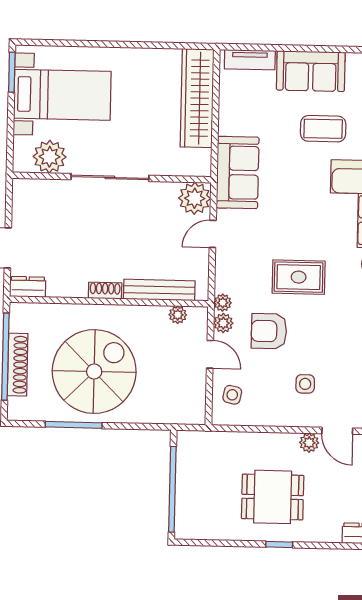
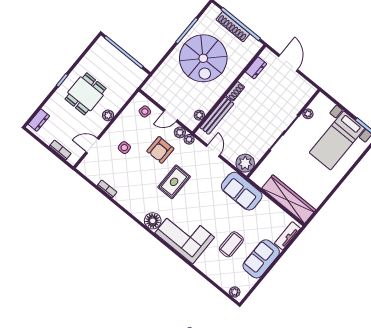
plant: (50, 157) -> (308, 114), width x0.53, depth x0.53
door: (213, 234) -> (213, 151), moved
dresser: (28, 287) -> (256, 68), moved
armchair: (269, 331) -> (160, 150), turned 180
plant: (309, 443) -> (108, 115), moved

